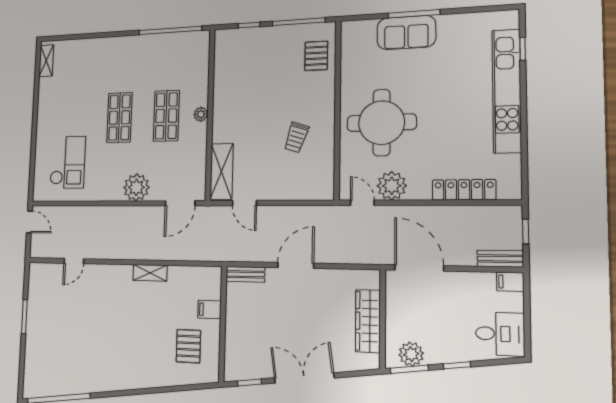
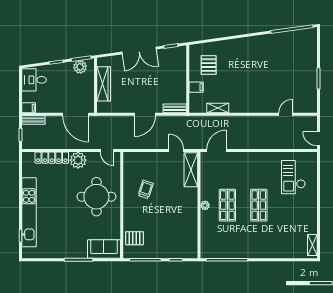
sofa: (406, 33) -> (104, 249), moved
pallet: (316, 56) -> (135, 238), turned 90
plant: (392, 186) -> (78, 160), moved
plant: (136, 187) -> (246, 161), removed
shelving: (150, 273) -> (218, 108), moved

